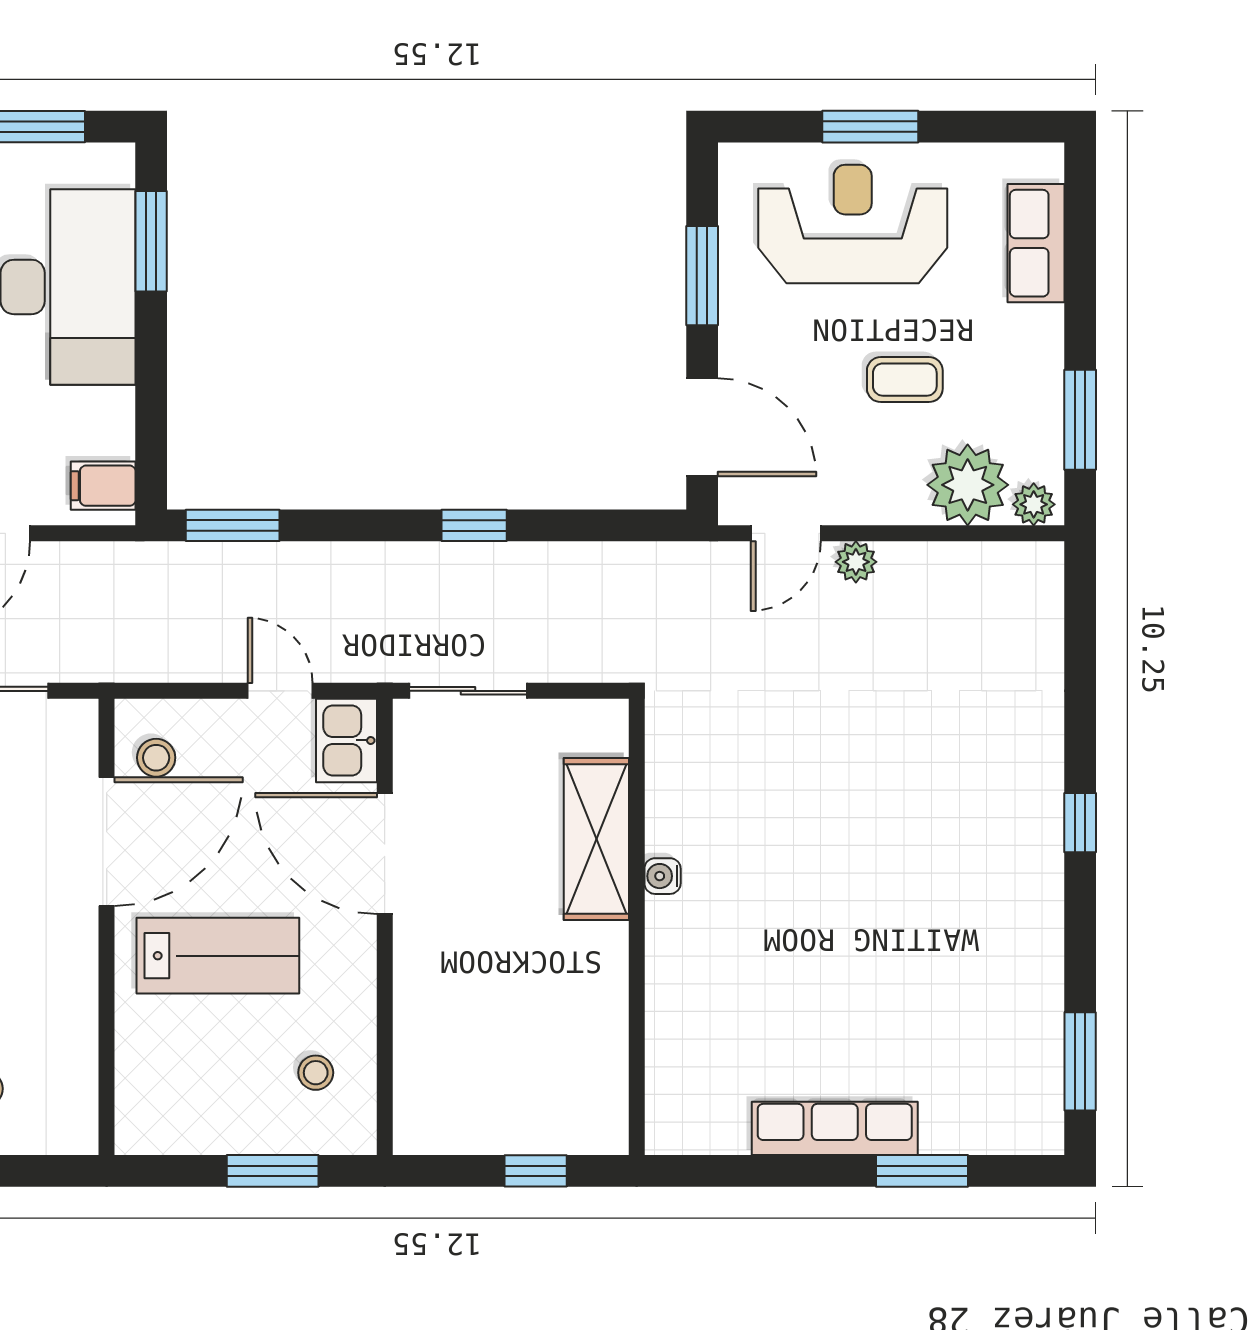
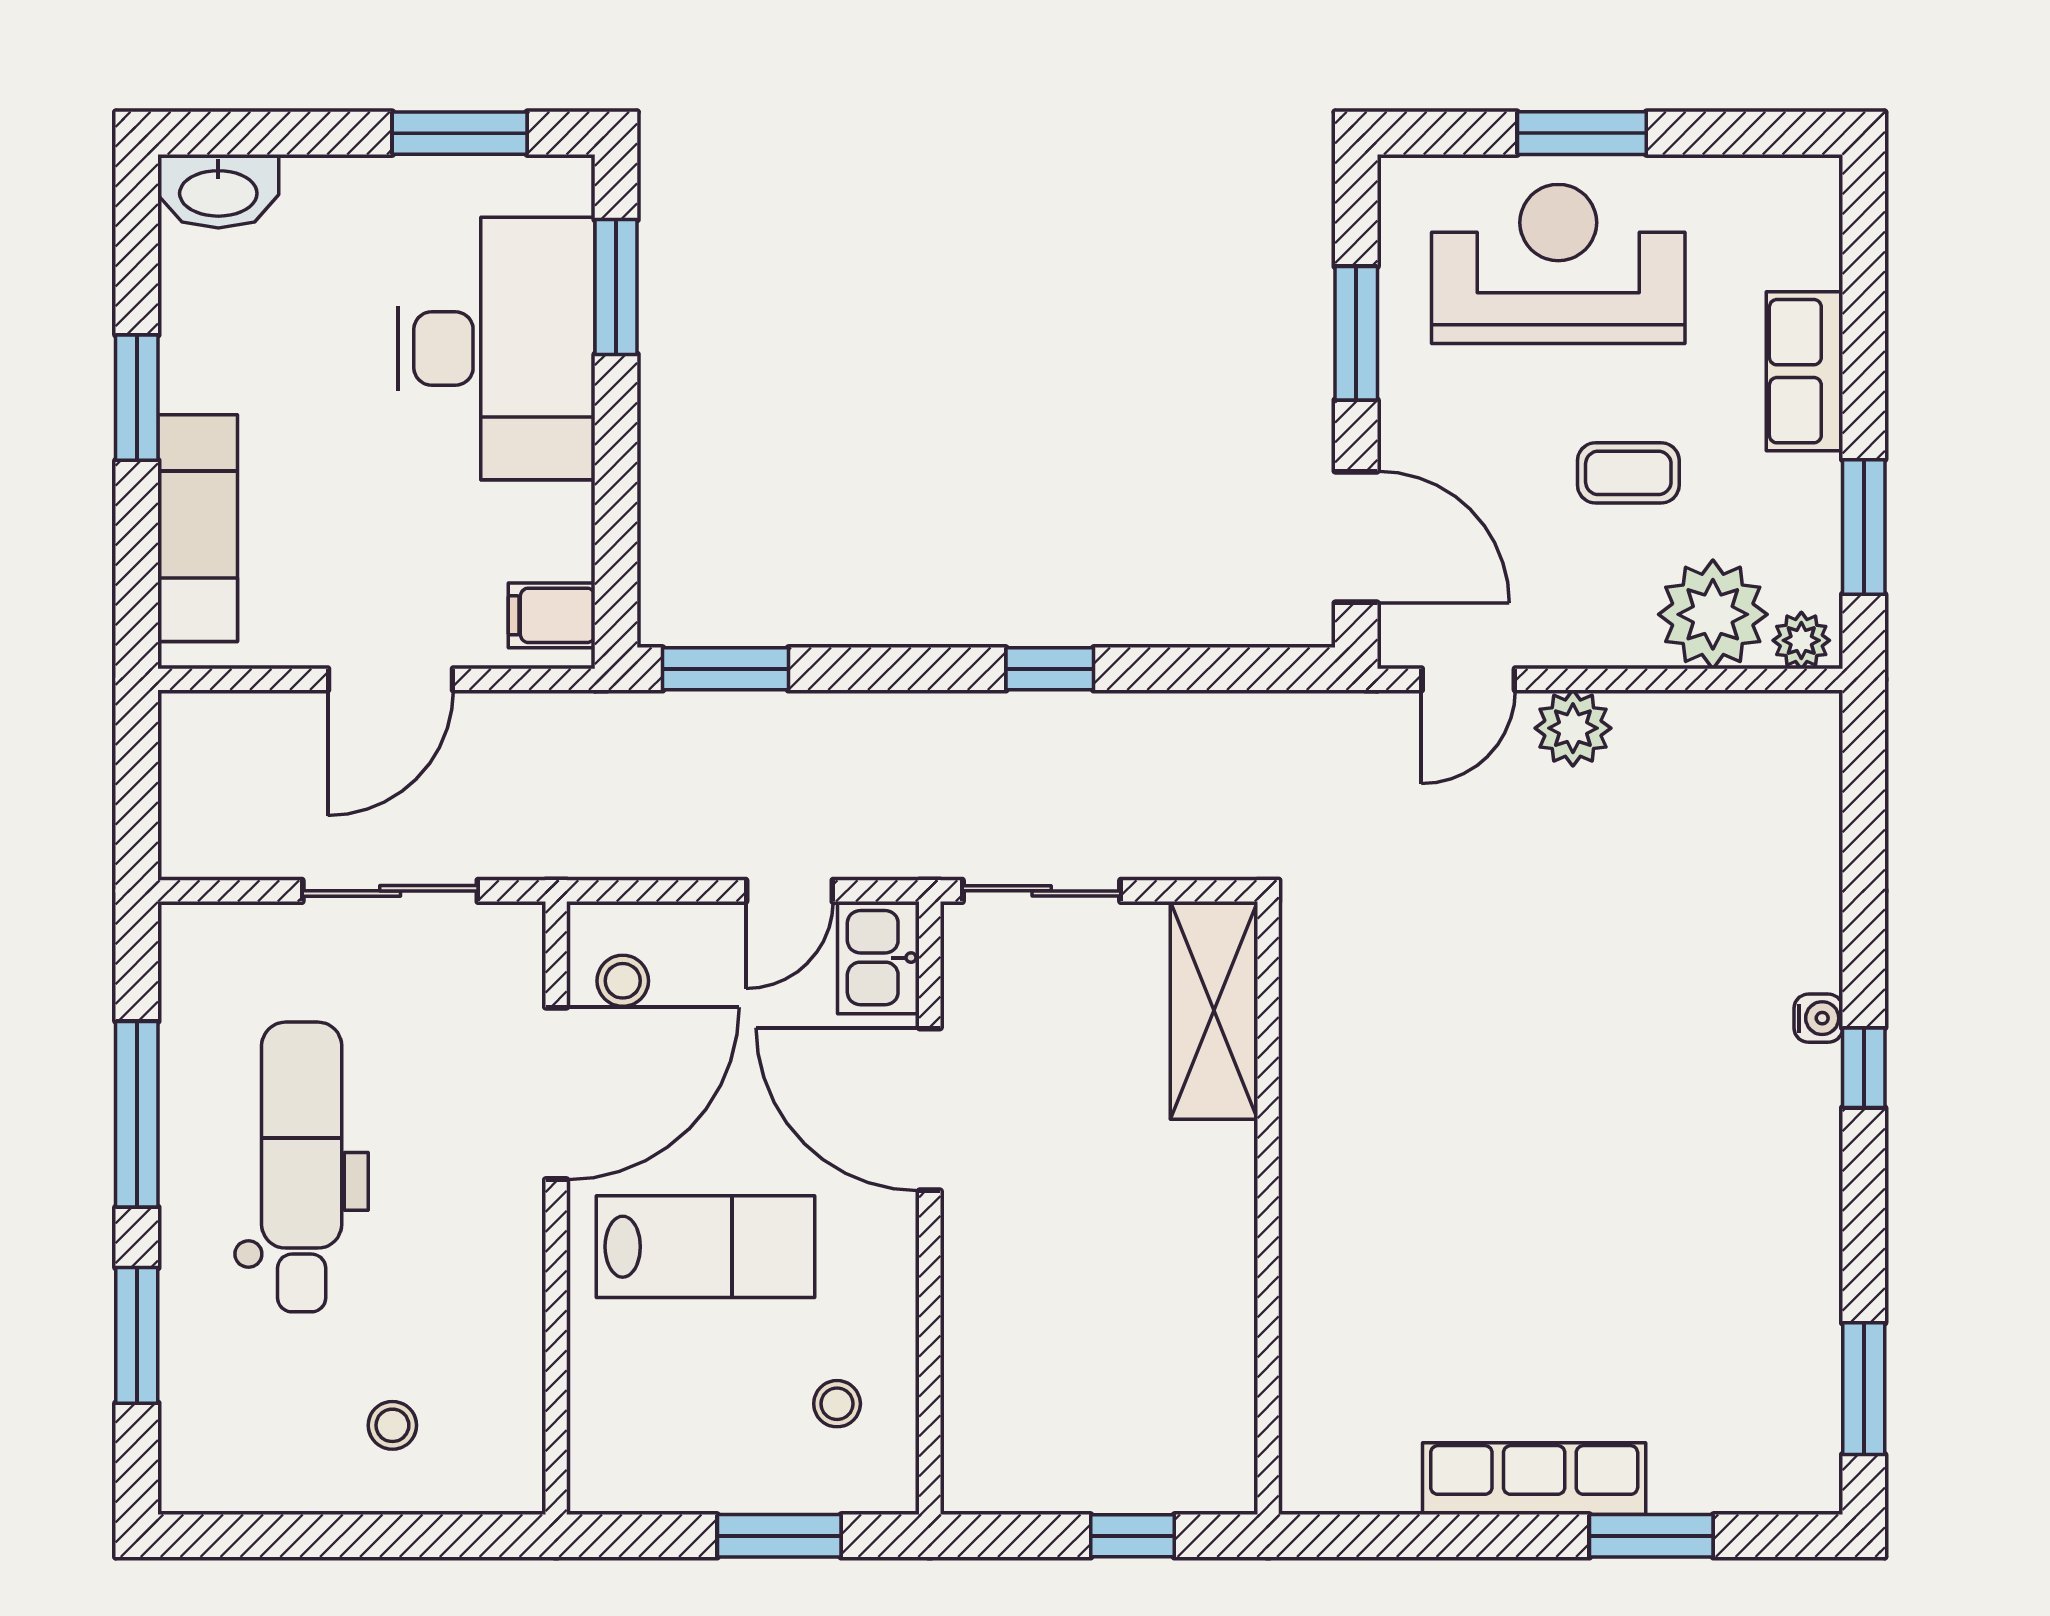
row of seats: (1036, 243) -> (1804, 371), moved
plant: (856, 562) -> (1573, 728), width x1.38, depth x1.38
door: (280, 691) -> (789, 891), swing flipped
shelving: (596, 839) -> (1214, 1010), moved
water cooler: (663, 876) -> (1818, 1018), moved, turned 180

